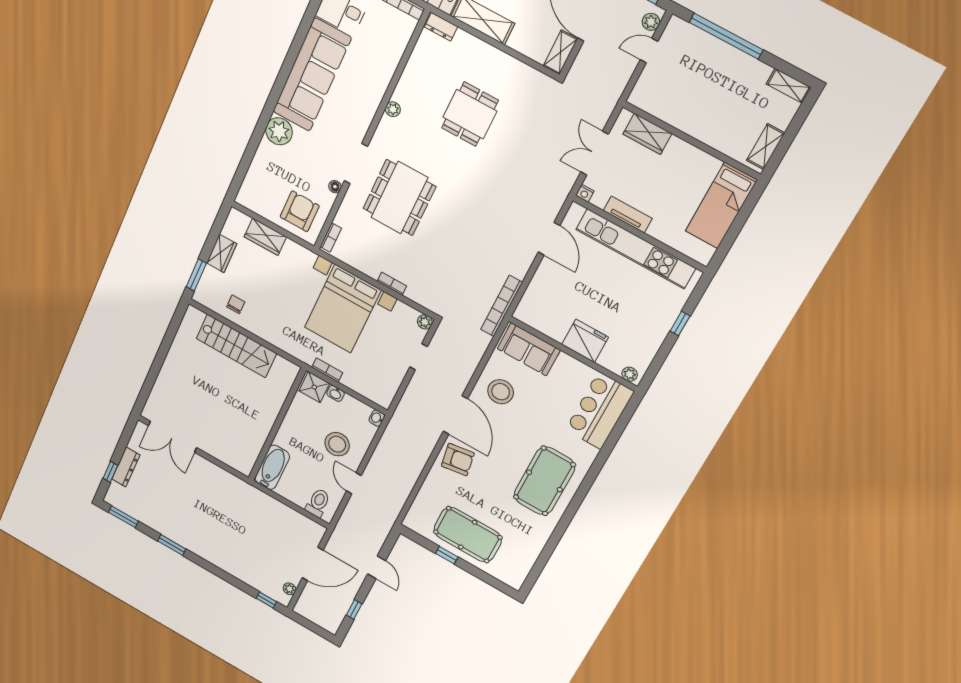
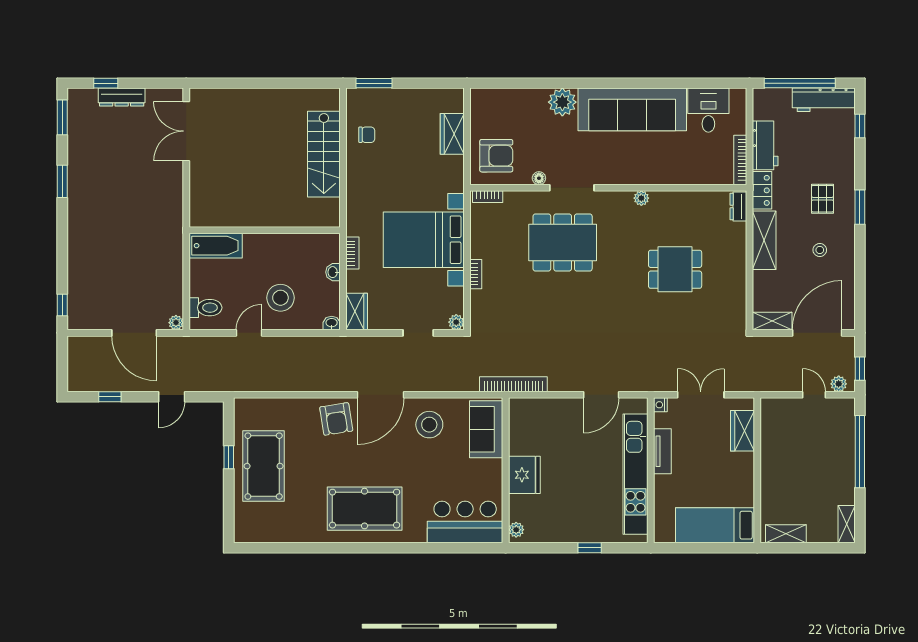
wardrobe: (222, 253) -> (357, 311), moved, turned -90
shower: (314, 387) -> (327, 249), removed
plant: (290, 589) -> (176, 323), moved

